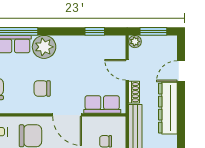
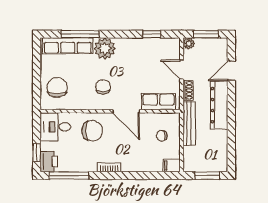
chair: (42, 88) -> (103, 87), turned 90

